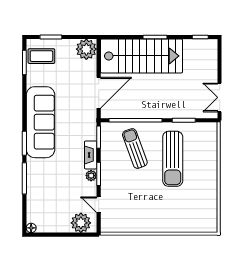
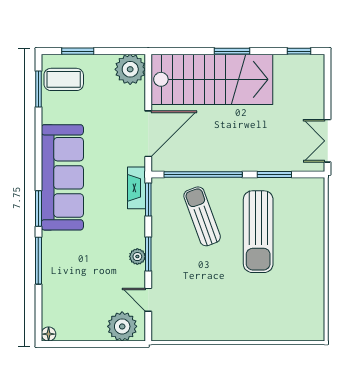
fireplace: (91, 155) -> (136, 188), moved

